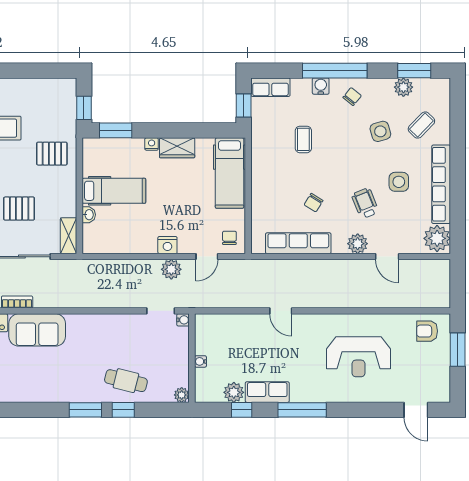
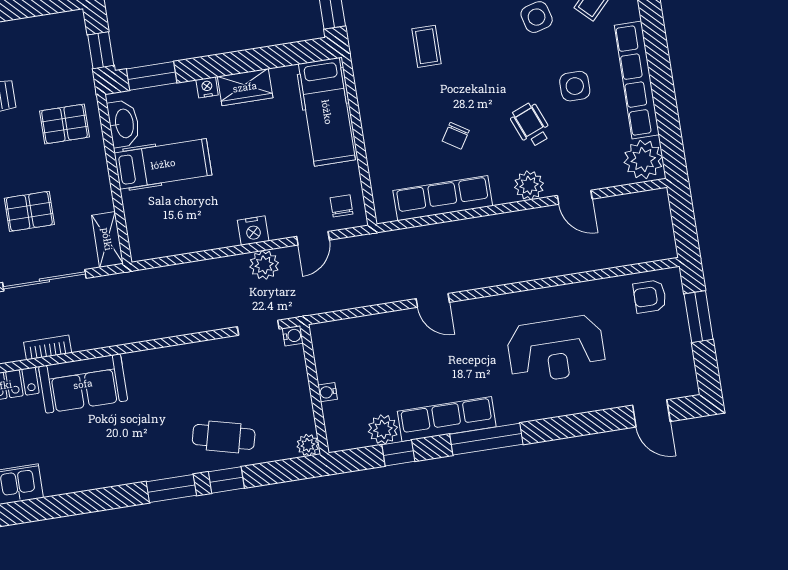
washbasin: (89, 215) -> (124, 124), moved, width x1.91, depth x1.45
row of seats: (267, 392) -> (447, 419), width x1.48

